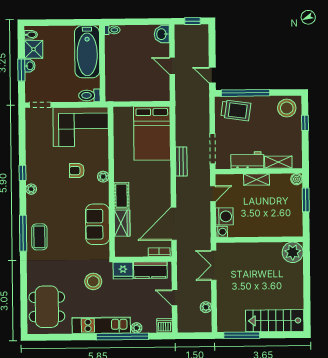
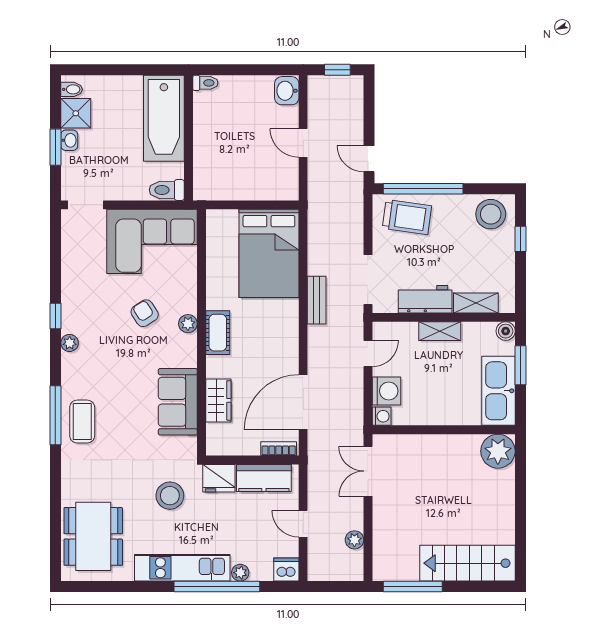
armchair: (77, 171) -> (145, 313), turned 57
cot: (121, 196) -> (218, 333), moved
kitchen sink: (293, 216) -> (498, 391), added

